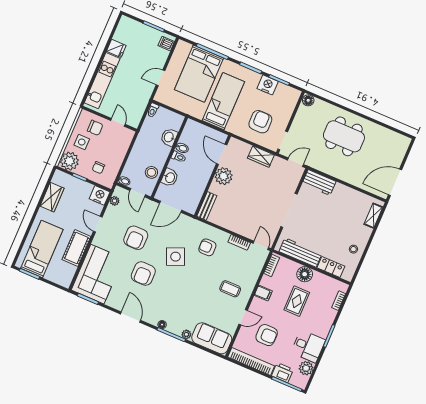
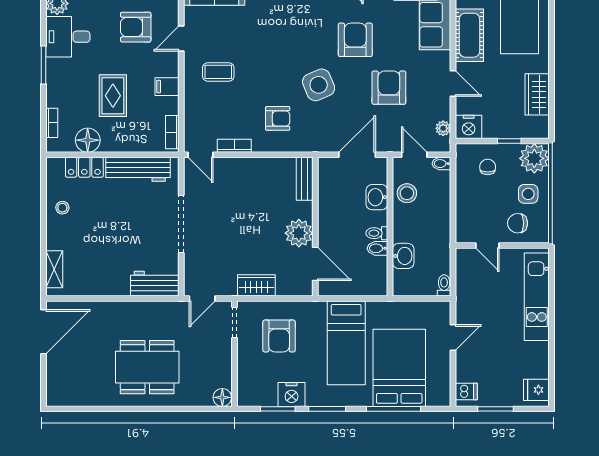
fridge: (116, 48) -> (536, 390), moved
floor lamp: (305, 274) -> (88, 140), moved

